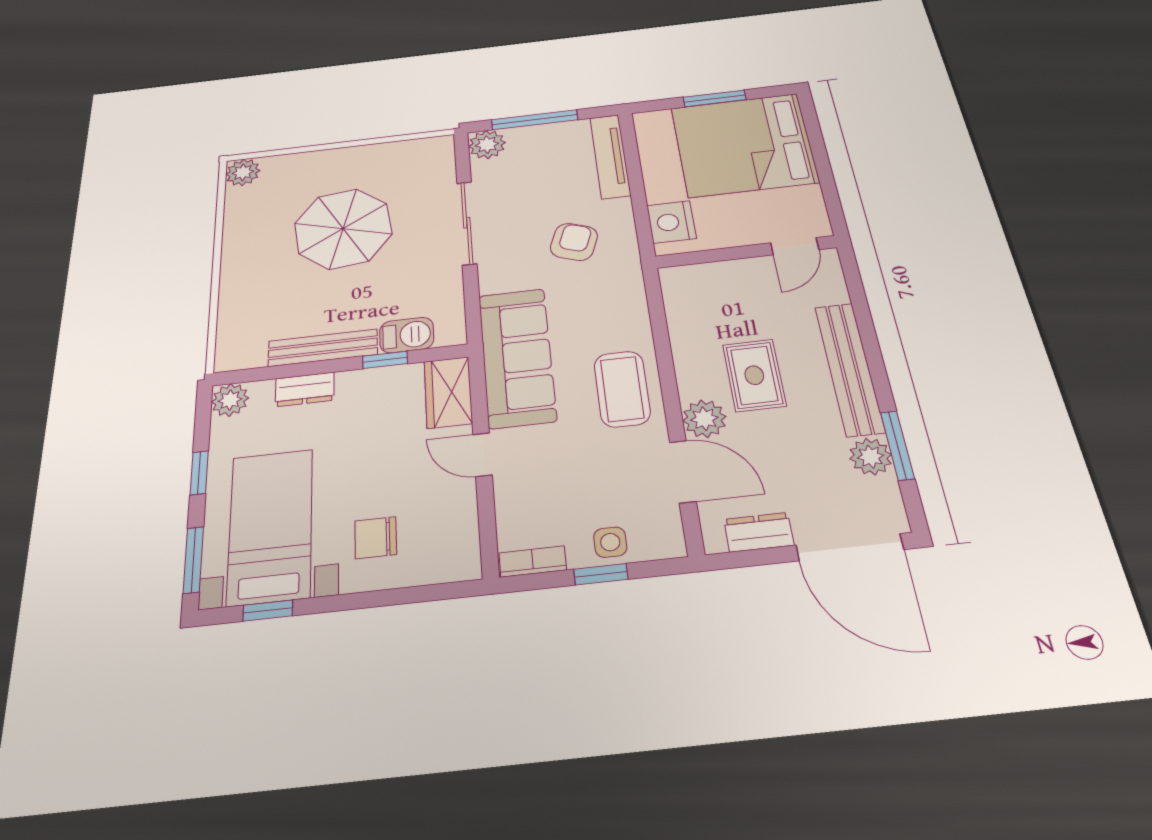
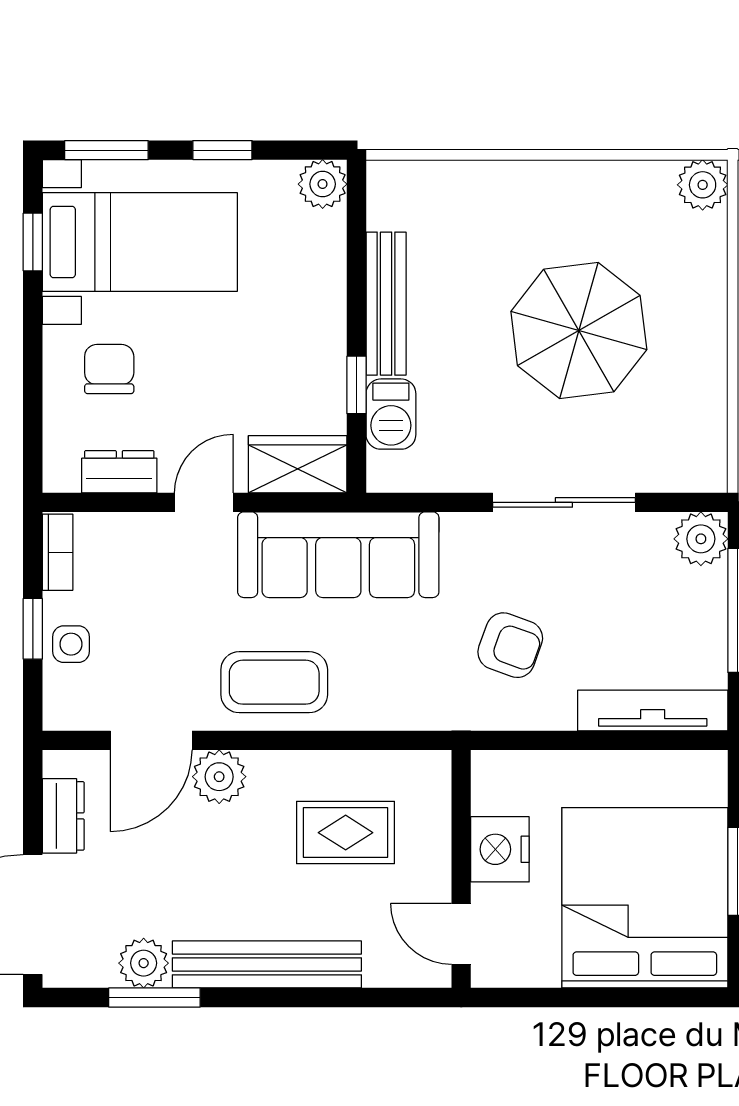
nightstand: (671, 222) -> (500, 849), moved, turned -90
rug: (754, 375) -> (346, 833), moved
dresser: (305, 389) -> (119, 472), moved, turned 90

